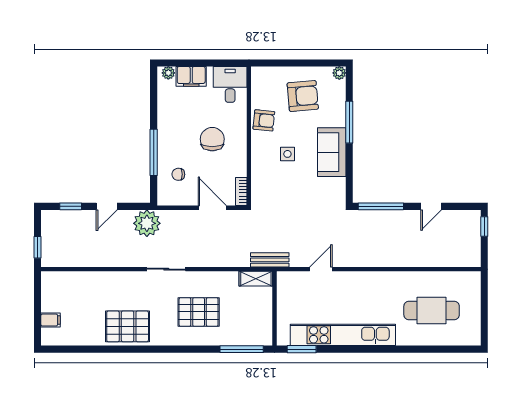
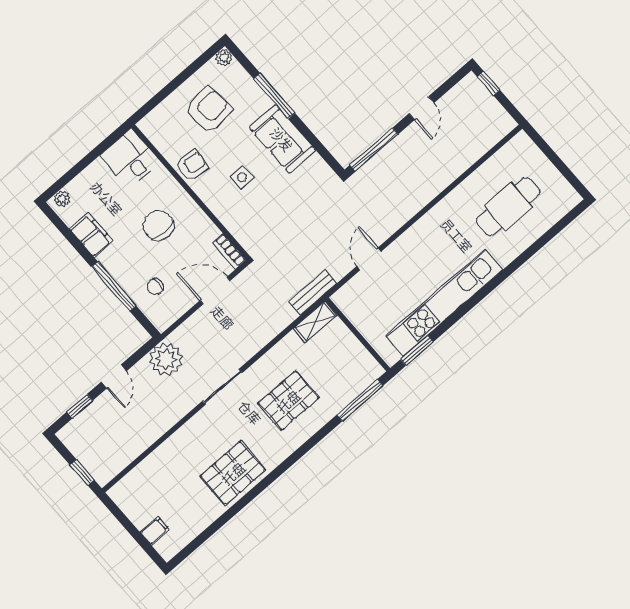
filing cabinet: (191, 76) -> (91, 235), moved, turned -90

